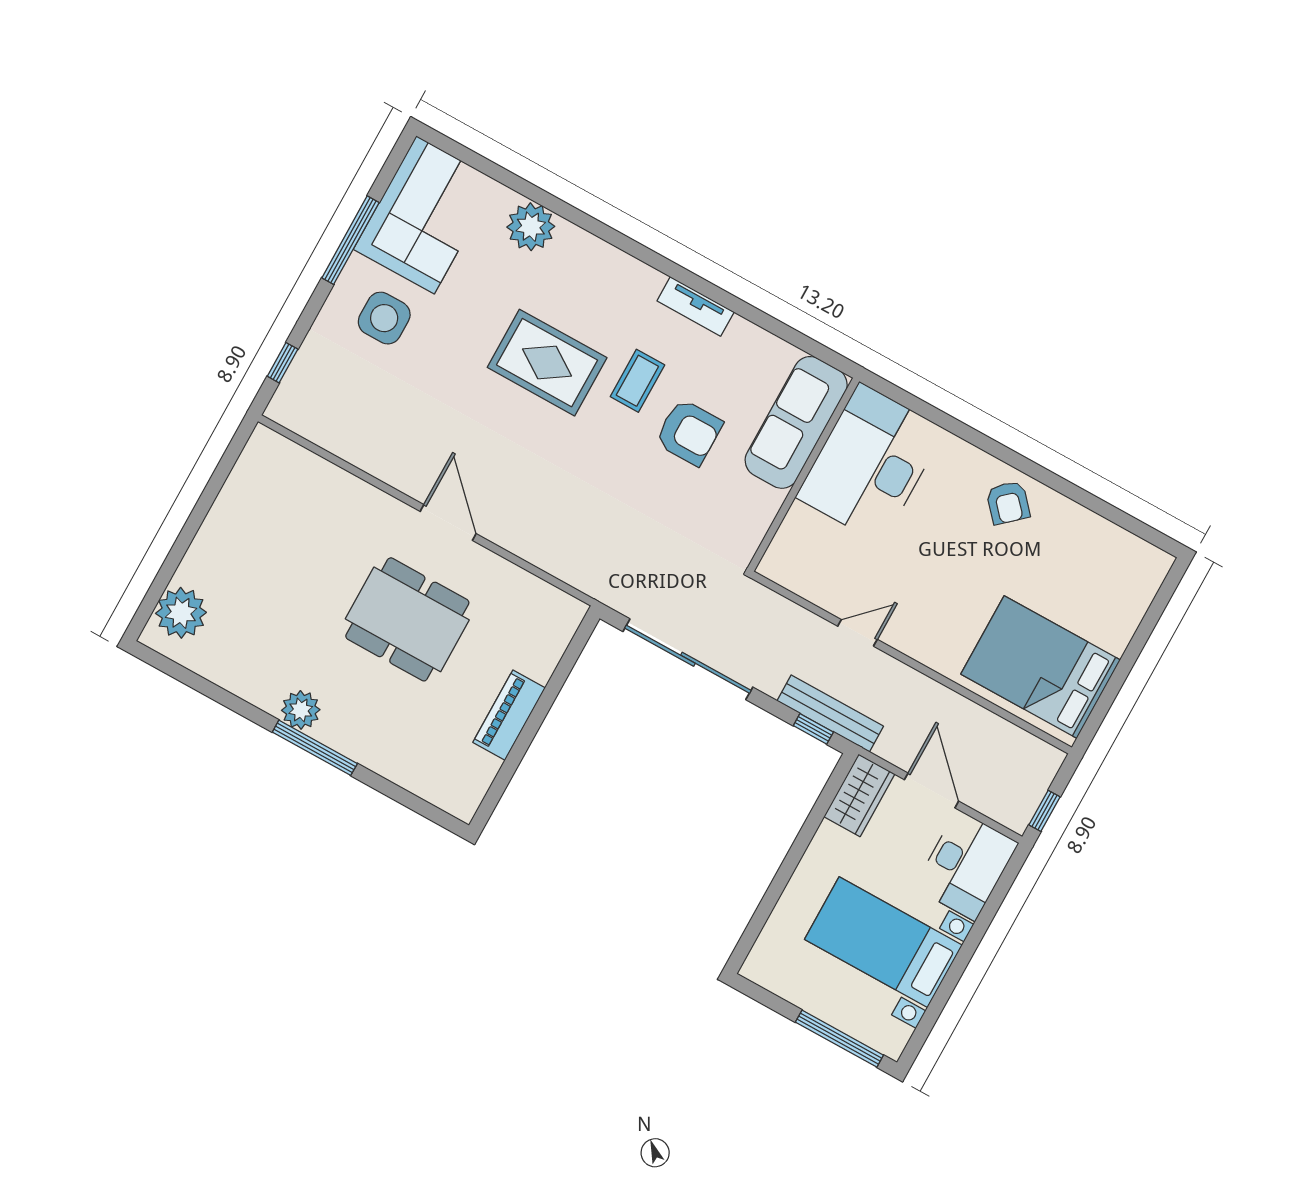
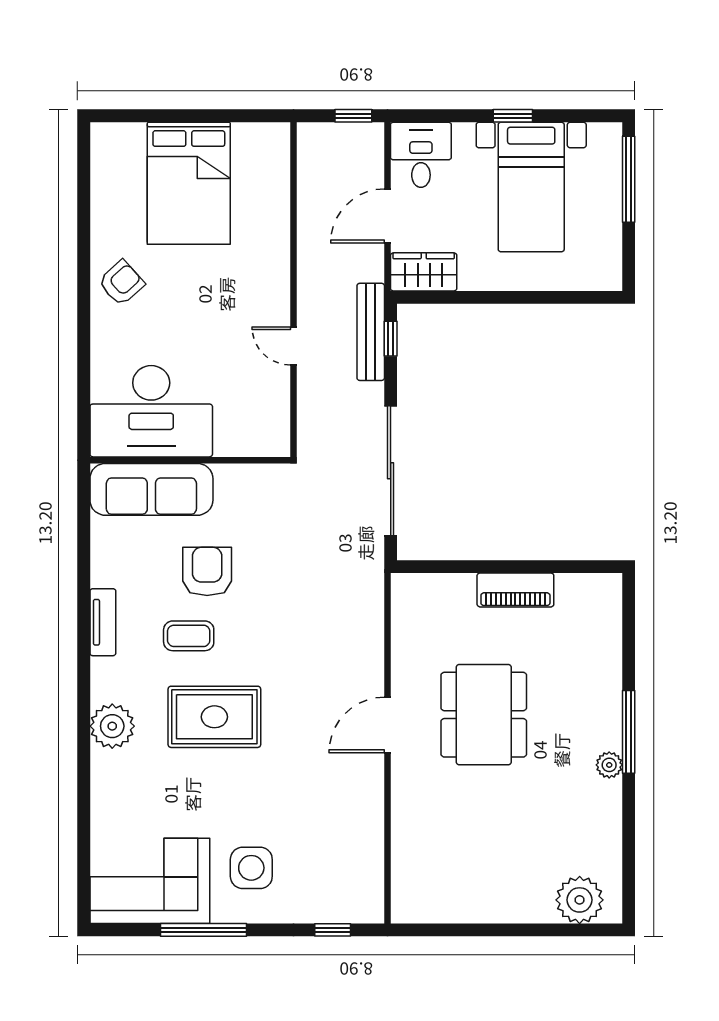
plant: (531, 227) -> (112, 726), moved
rug: (547, 363) -> (214, 717), turned 90
bed: (1041, 667) -> (189, 183), moved
plant: (301, 710) -> (609, 765), width x0.73, depth x0.73
desk: (966, 865) -> (421, 155), width x0.73
window: (961, 962) -> (513, 116), added

